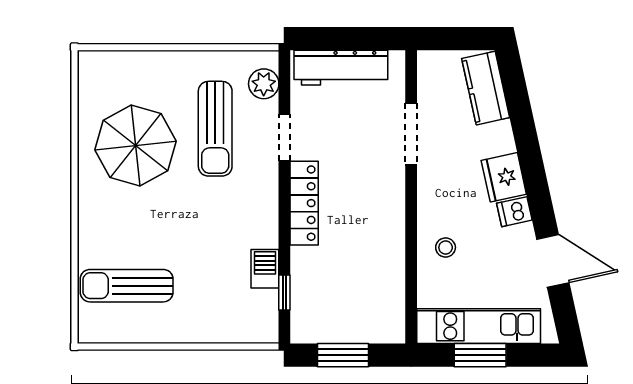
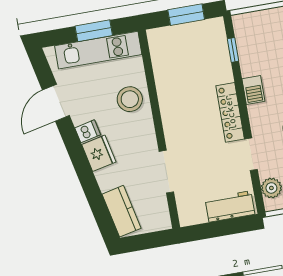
workbench: (341, 68) -> (230, 206), width x0.73
stool: (446, 247) -> (130, 99), width x1.89, depth x1.89
door: (553, 261) -> (56, 103), hinge flipped
barbecue: (265, 269) -> (253, 90), moved

